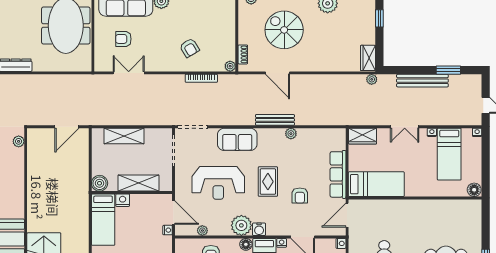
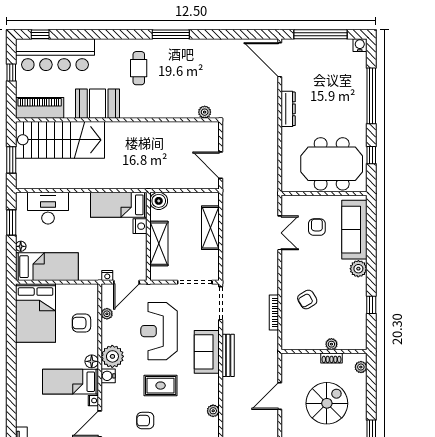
shoe rack: (243, 54) -> (332, 358), moved
plant: (230, 66) -> (331, 344), moved
bench: (275, 120) -> (228, 355), moved

